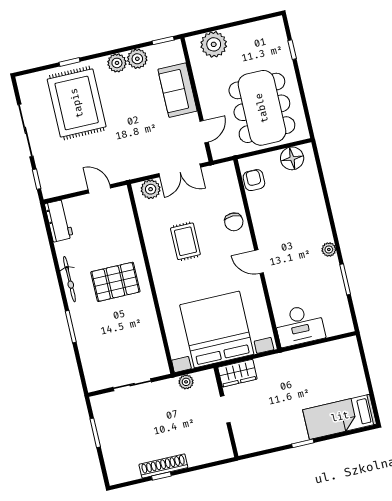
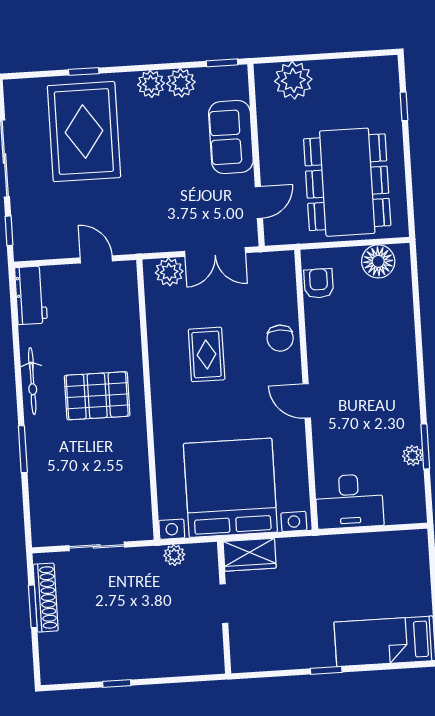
plant: (329, 249) -> (413, 455), moved
shoe rack: (163, 466) -> (46, 598), moved, turned 90

